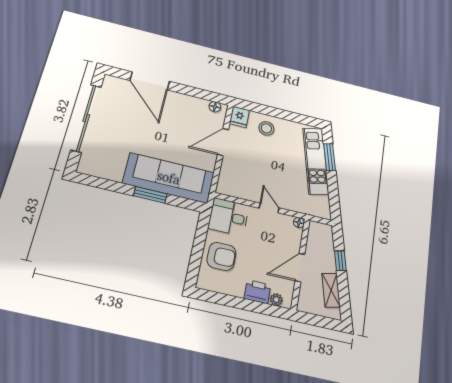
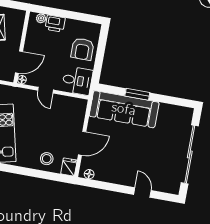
door: (150, 81) -> (142, 193), width x0.53
armchair: (221, 256) -> (82, 49), turned -90
door: (300, 268) -> (19, 62), moved

